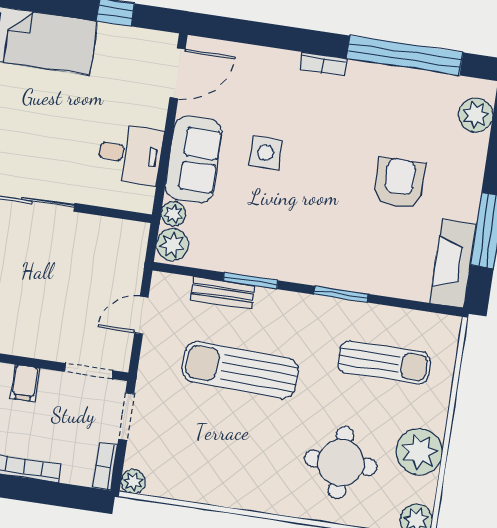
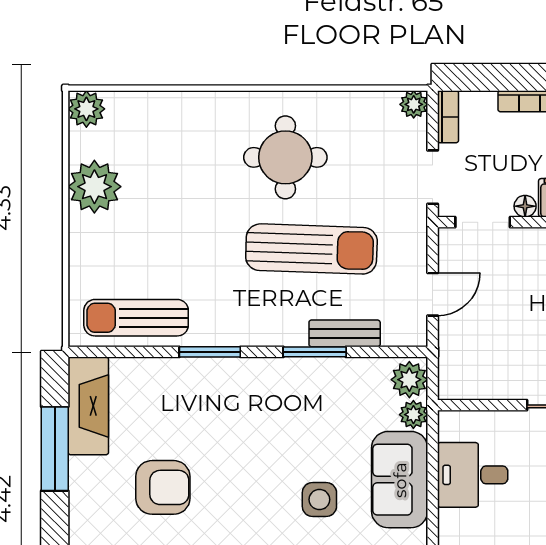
armchair: (399, 183) -> (163, 487), turned -90
sun lounger: (384, 363) -> (136, 318), moved
floor lamp: (50, 379) -> (525, 206), added
round table: (341, 463) -> (285, 157), moved

